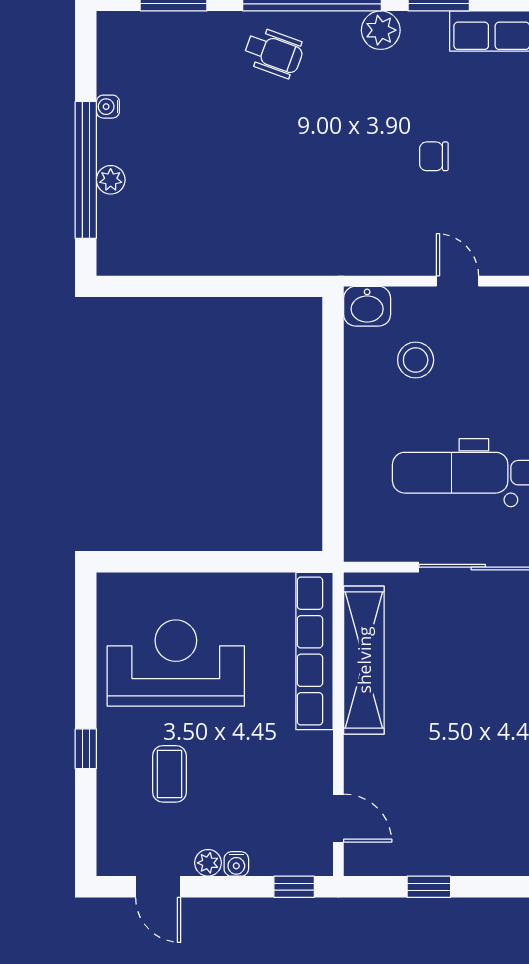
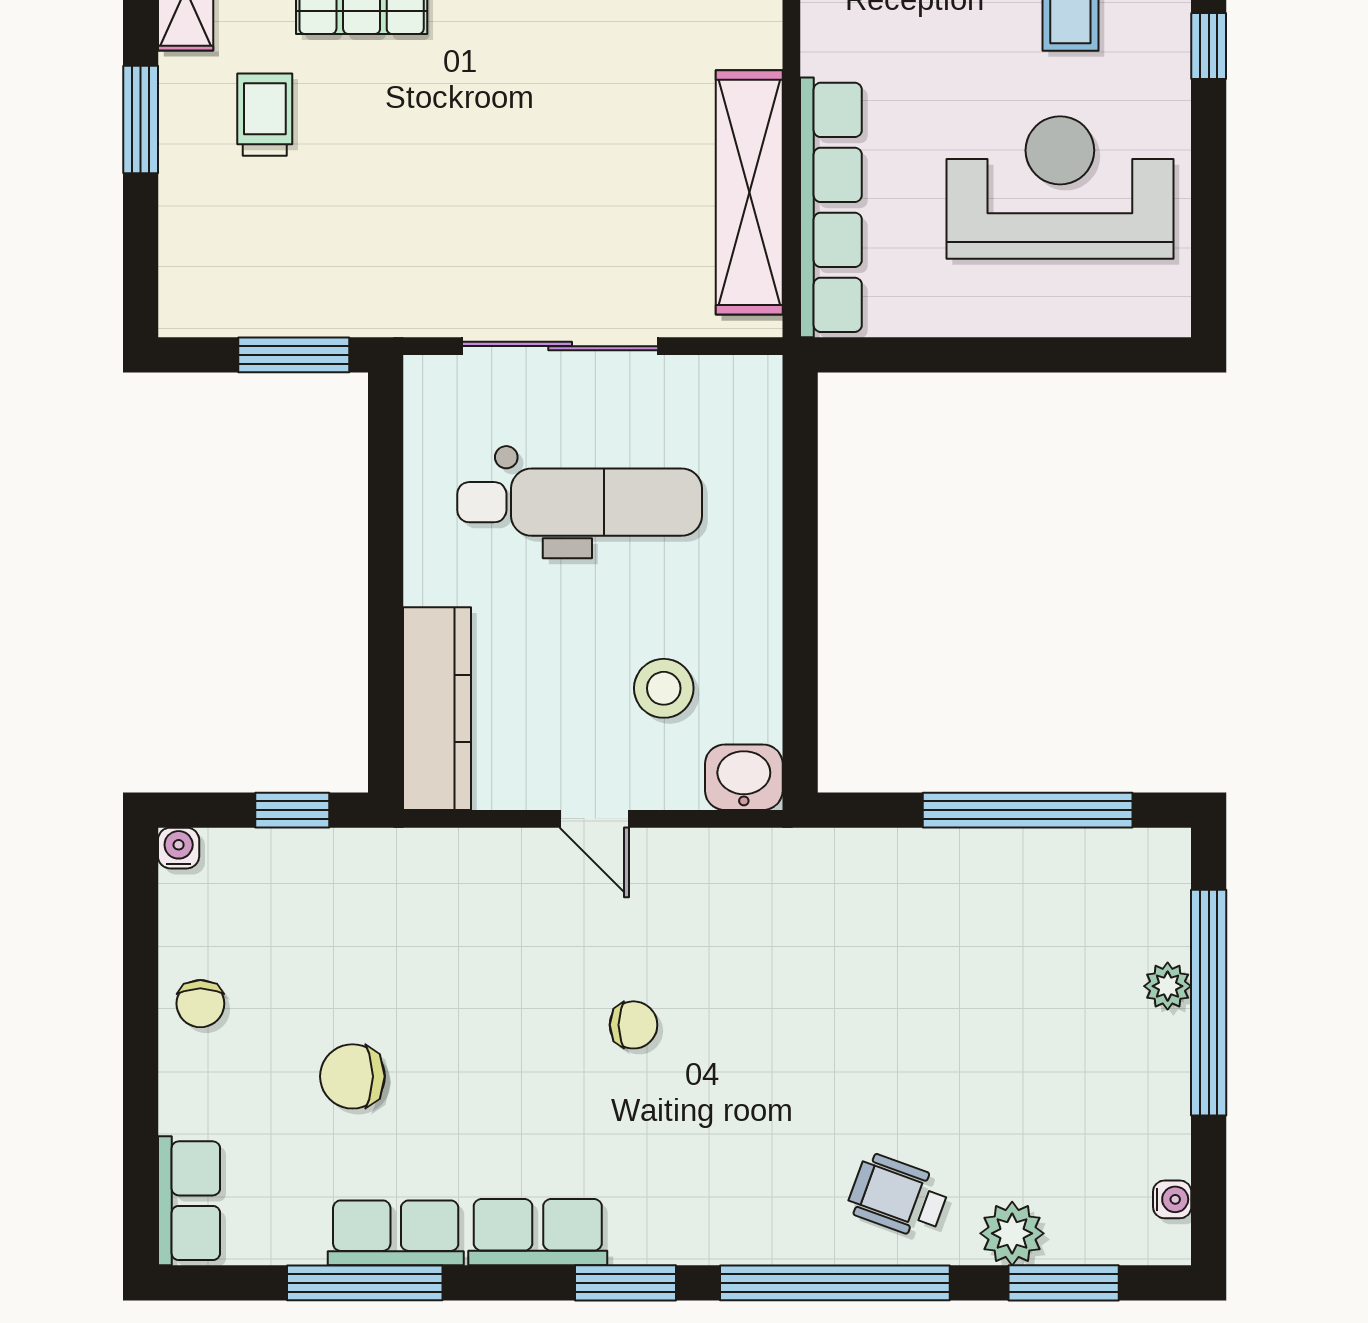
plant: (381, 30) -> (1012, 1233), moved
water cooler: (108, 107) -> (1172, 1199), moved
window: (195, 286) -> (1028, 810), added
reception desk: (176, 663) -> (1060, 187), turned 180

